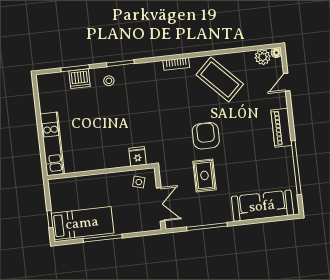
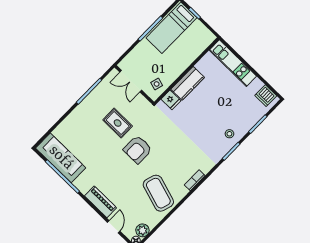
dishwasher: (80, 79) -> (266, 96), moved, turned -90
coffee table: (220, 79) -> (158, 193), turned 61
piano: (281, 128) -> (101, 202), moved
armchair: (206, 136) -> (138, 149), turned 90
kitchen counter: (109, 159) -> (188, 83), added
sofa: (262, 206) -> (61, 158), moved, turned -90

